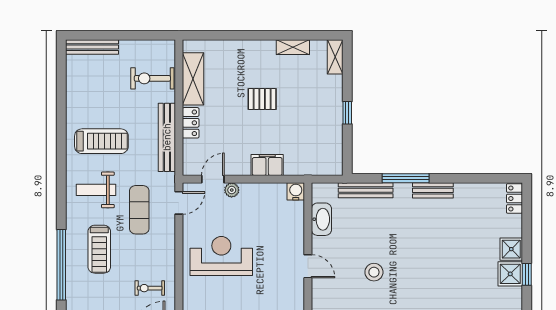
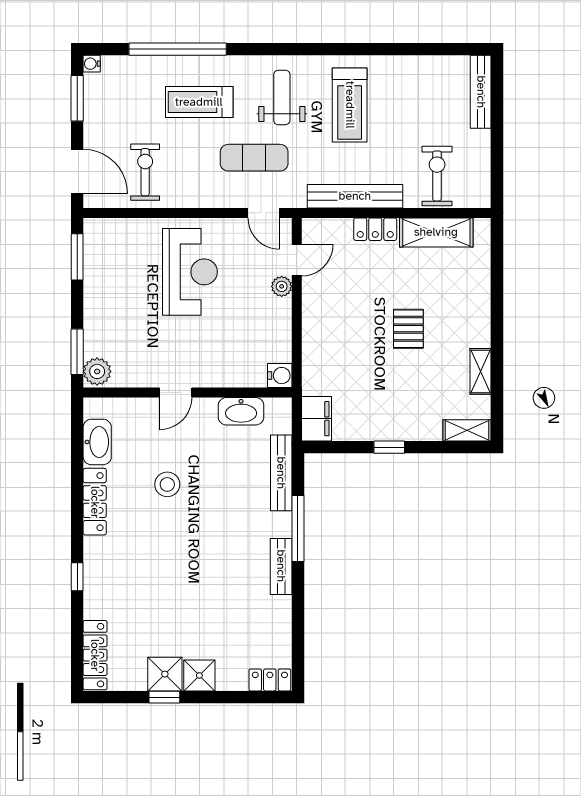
filing cabinet: (267, 165) -> (316, 419), moved
door: (213, 179) -> (297, 260), hinge flipped
exercise bike: (150, 288) -> (145, 172), width x1.38, depth x1.39

